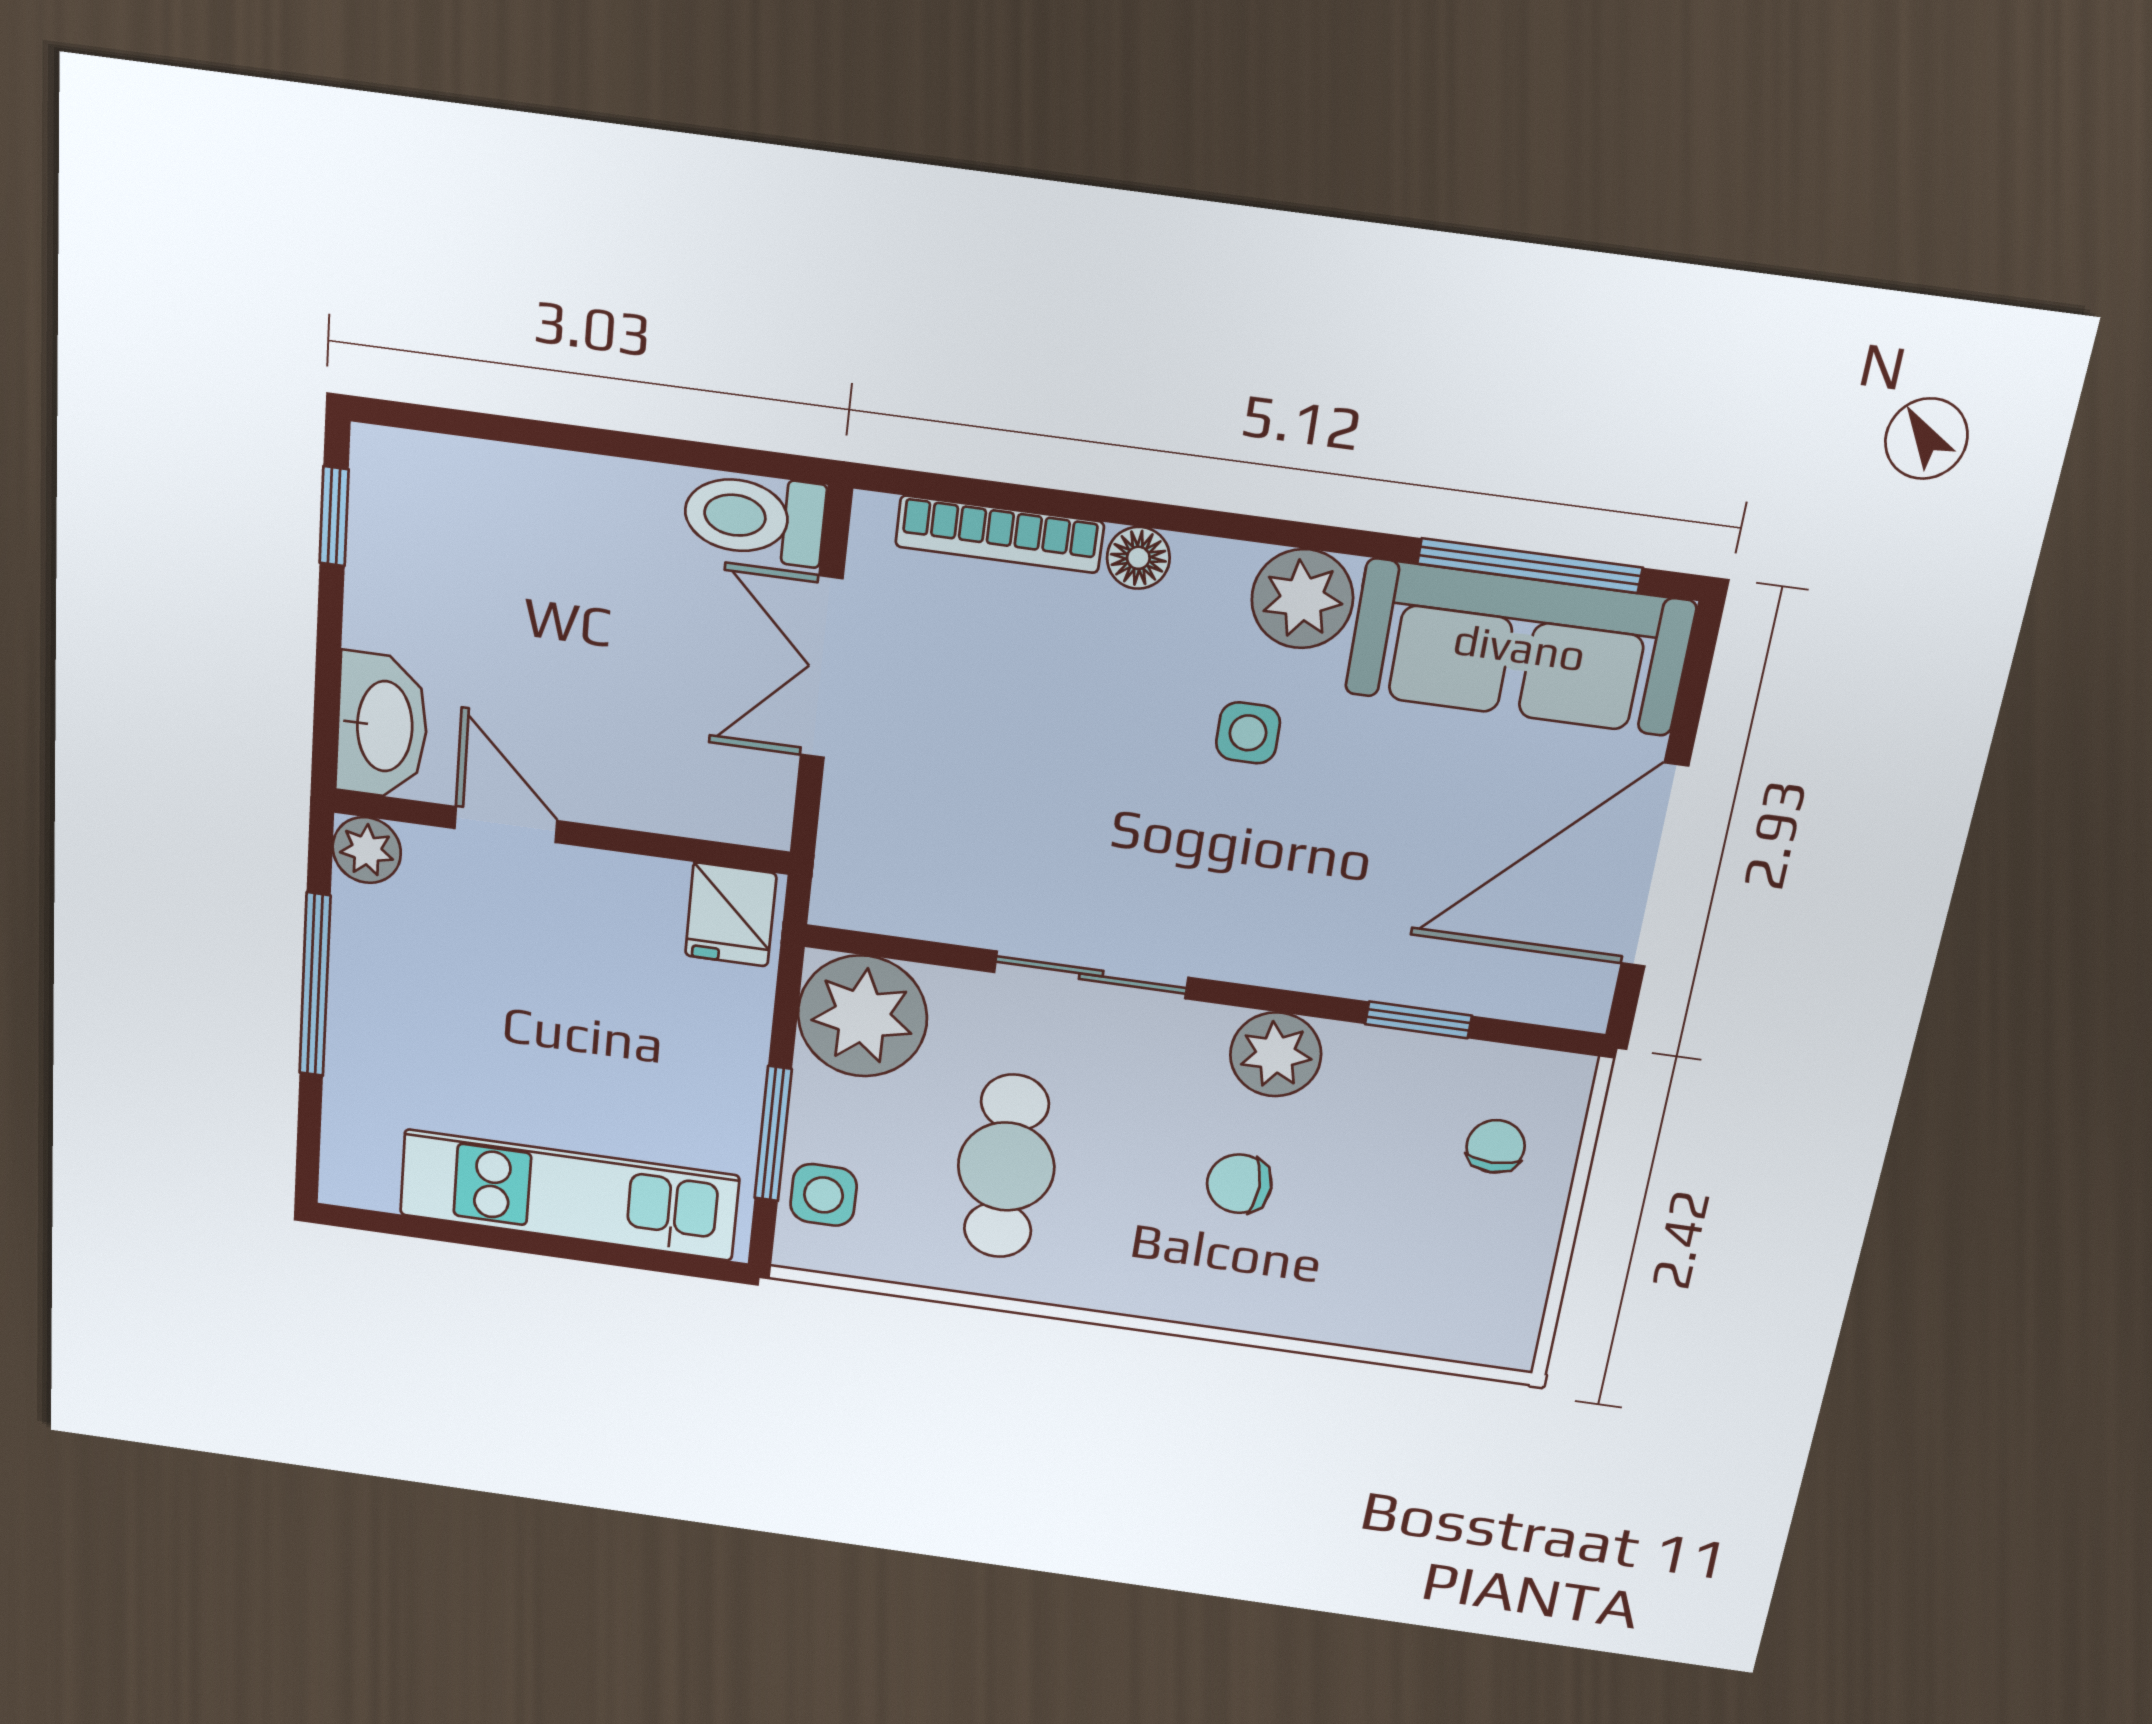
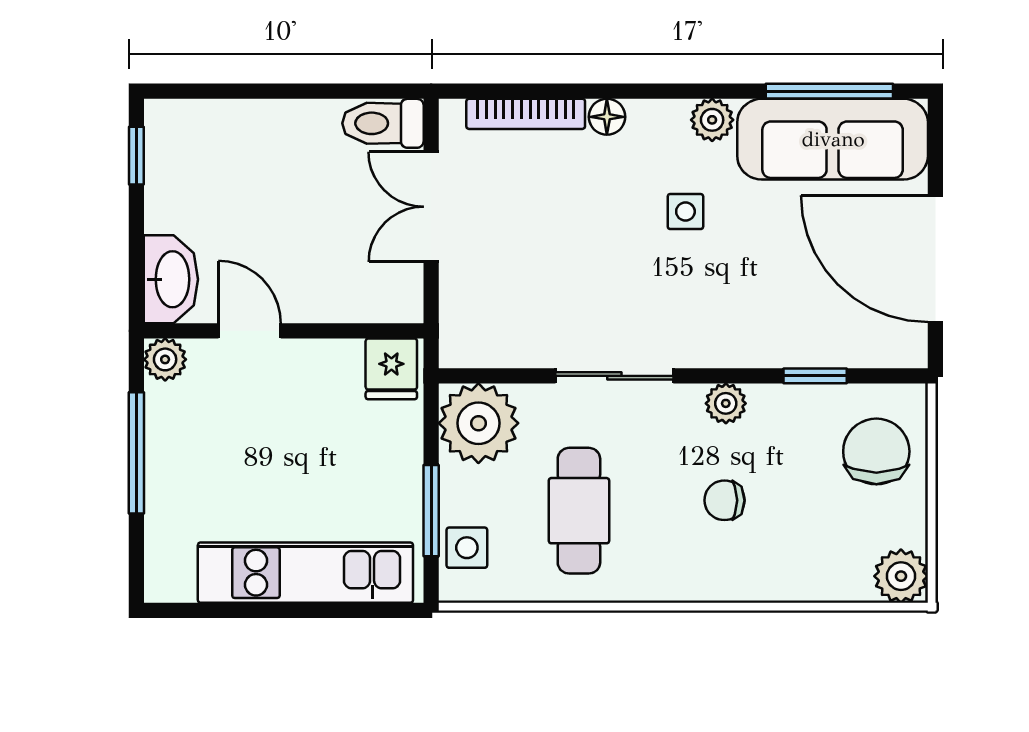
plant: (1302, 599) -> (712, 120), width x0.73, depth x0.73
door: (1654, 866) -> (935, 259), hinge flipped
plant: (1276, 1054) -> (726, 403), width x0.73, depth x0.73
chair: (1496, 1146) -> (876, 451), width x1.87, depth x1.87
plant: (1498, 1330) -> (901, 576), added

